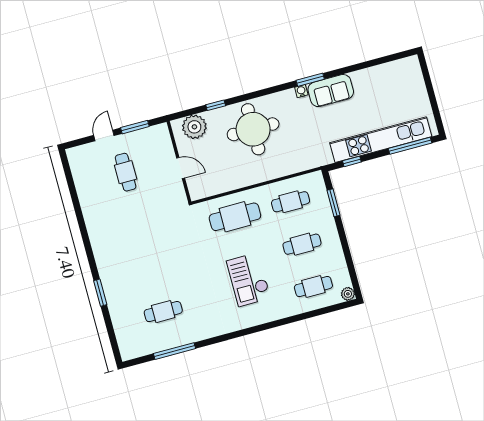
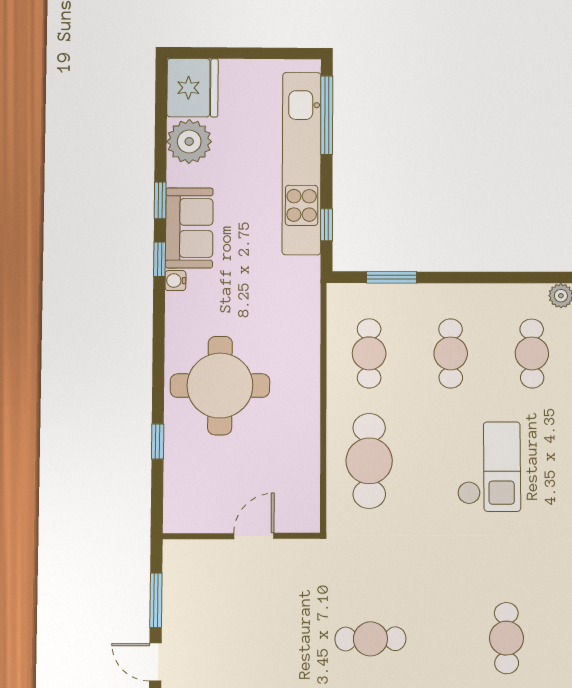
window: (341, 71) -> (160, 200), added
fridge: (405, 72) -> (193, 88), added
window: (310, 80) -> (160, 259), width x0.67
plant: (194, 127) -> (189, 141), moved
cafe table: (126, 172) -> (370, 639), moved
checkout: (249, 280) -> (489, 467), turned -90

